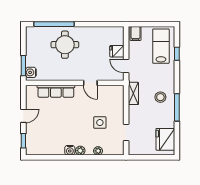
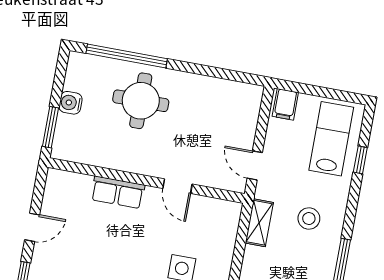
fridge: (117, 51) -> (242, 133), removed
water cooler: (31, 72) -> (70, 103), moved
row of seats: (56, 91) -> (118, 192), width x0.68
stool: (160, 97) -> (309, 219), moved

